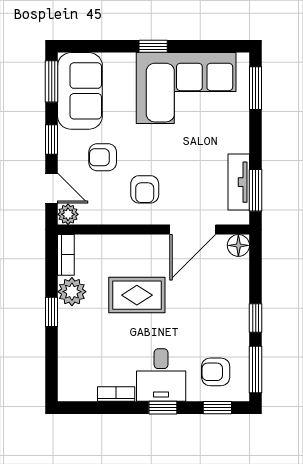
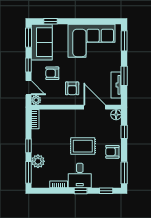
window: (153, 46) -> (50, 21), moved
window: (256, 190) -> (124, 76), moved
door: (193, 229) -> (95, 107), swing flipped
plant: (72, 292) -> (38, 161), moved
rug: (137, 295) -> (83, 146), moved
window: (256, 318) -> (124, 132), moved
window: (52, 368) -> (28, 172), added
armchair: (216, 372) -> (112, 152), moved

